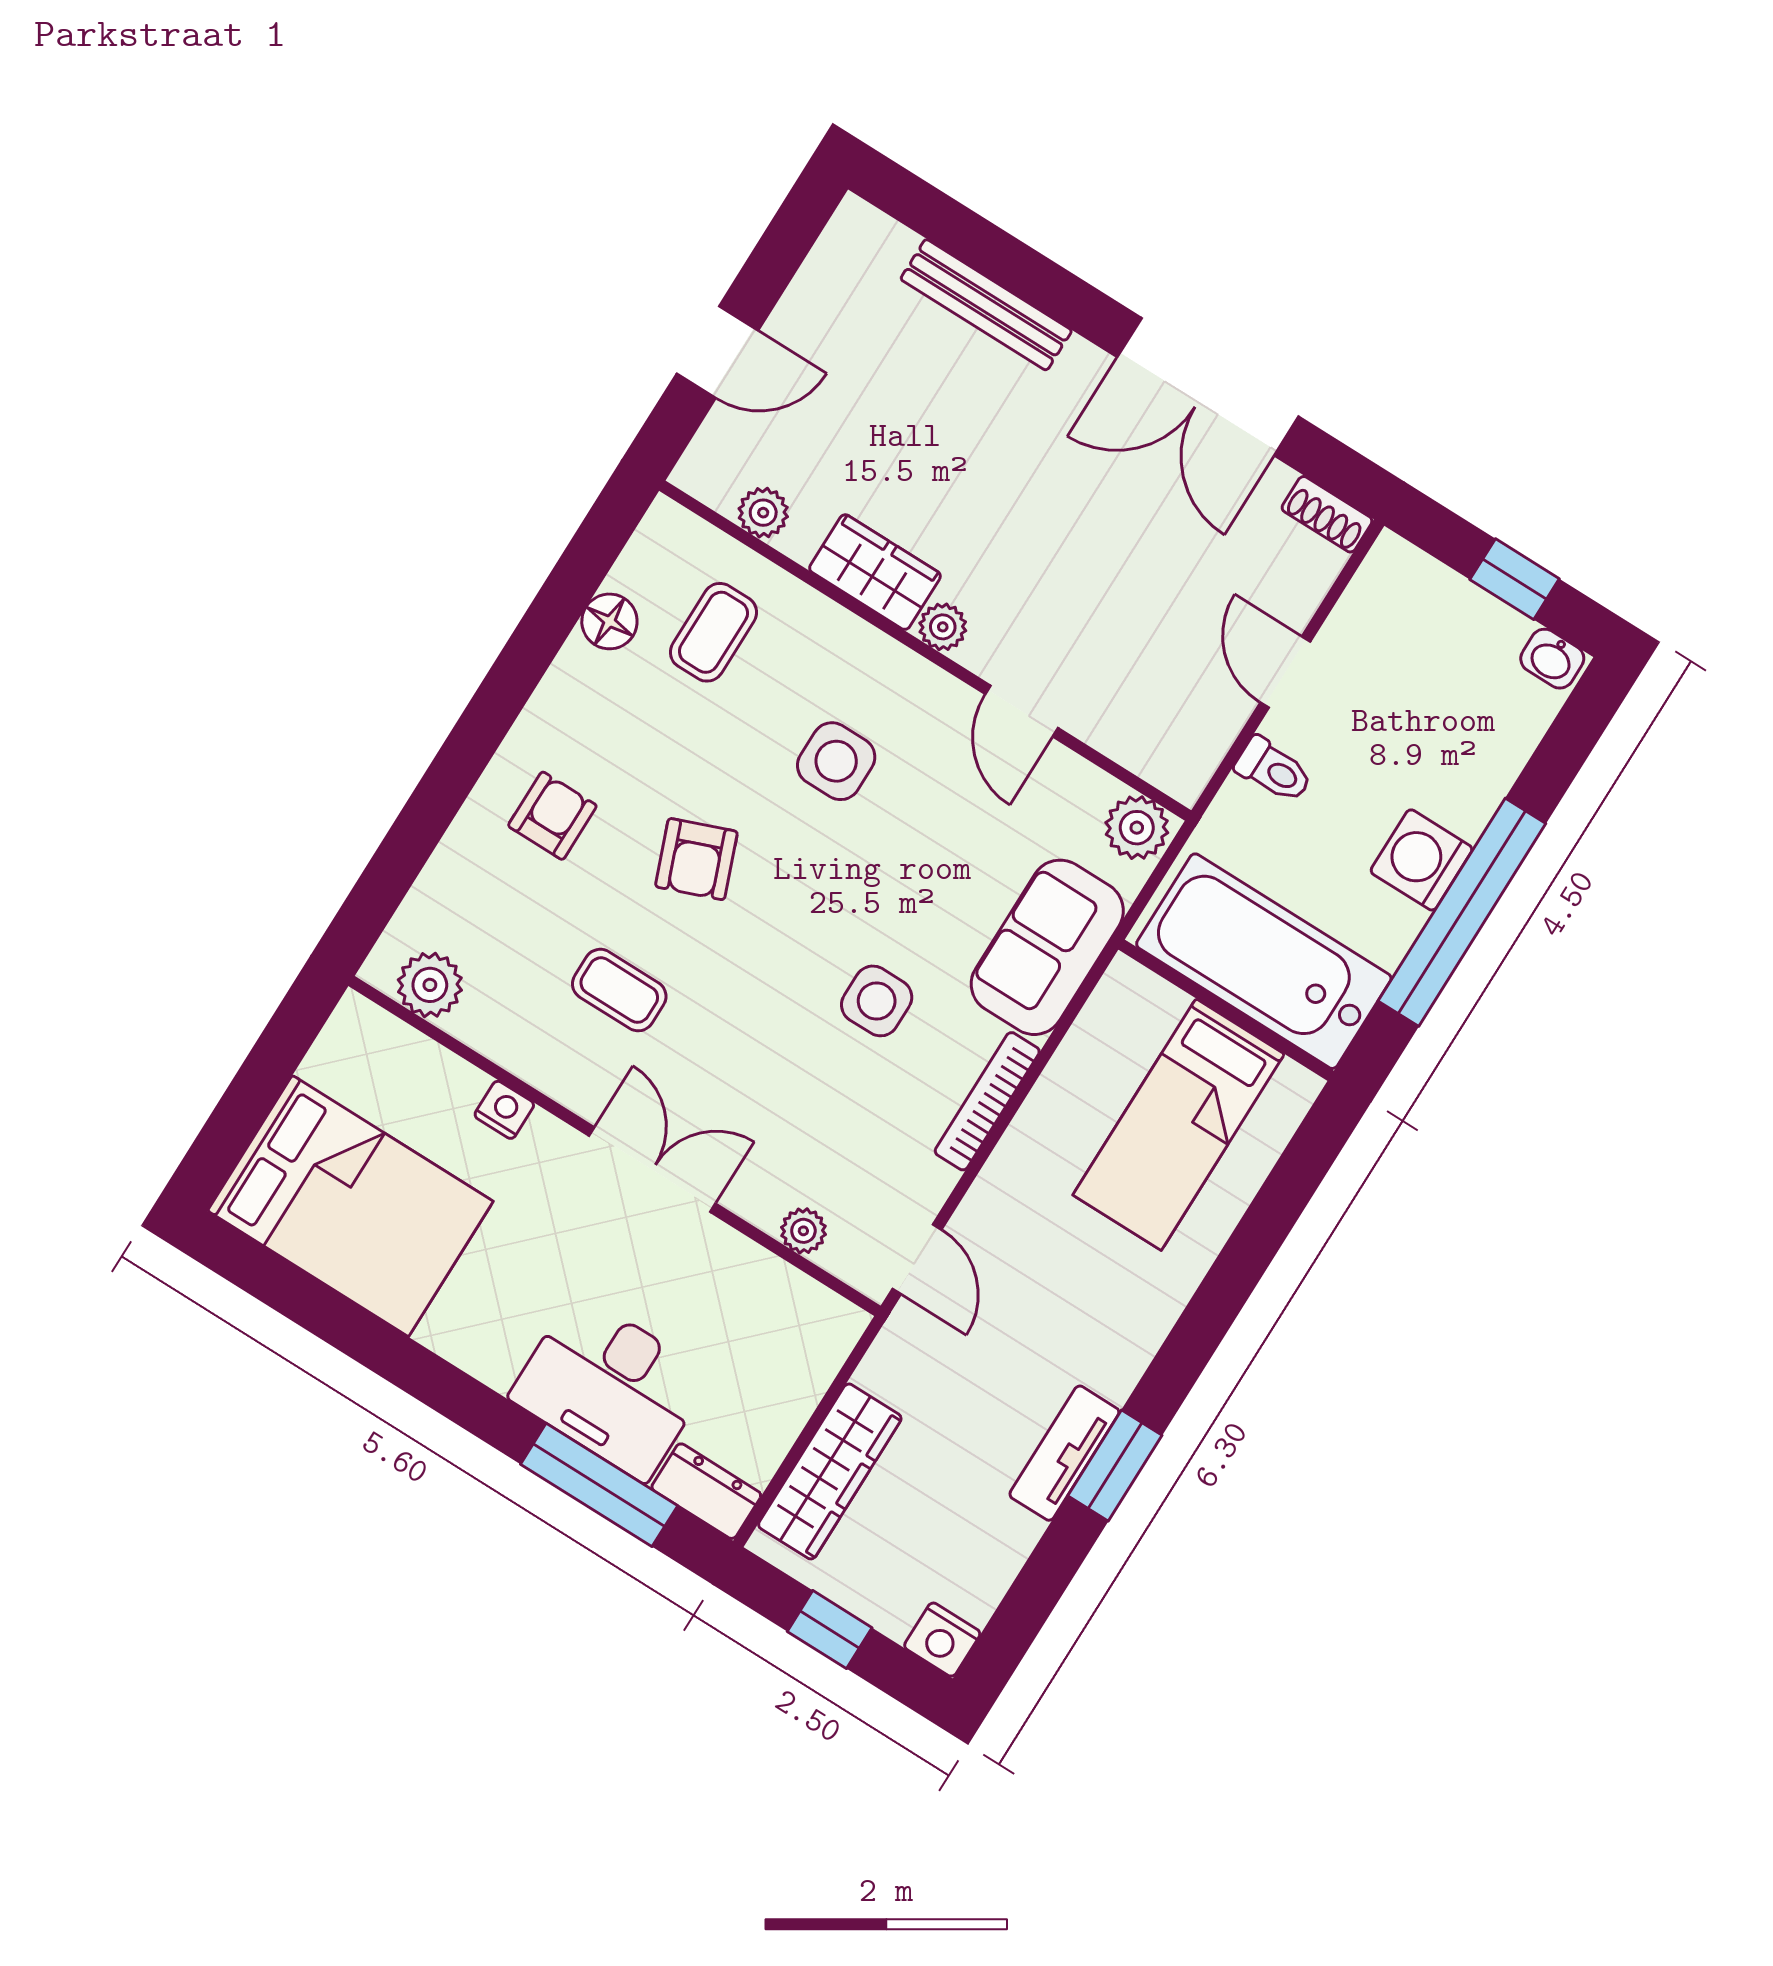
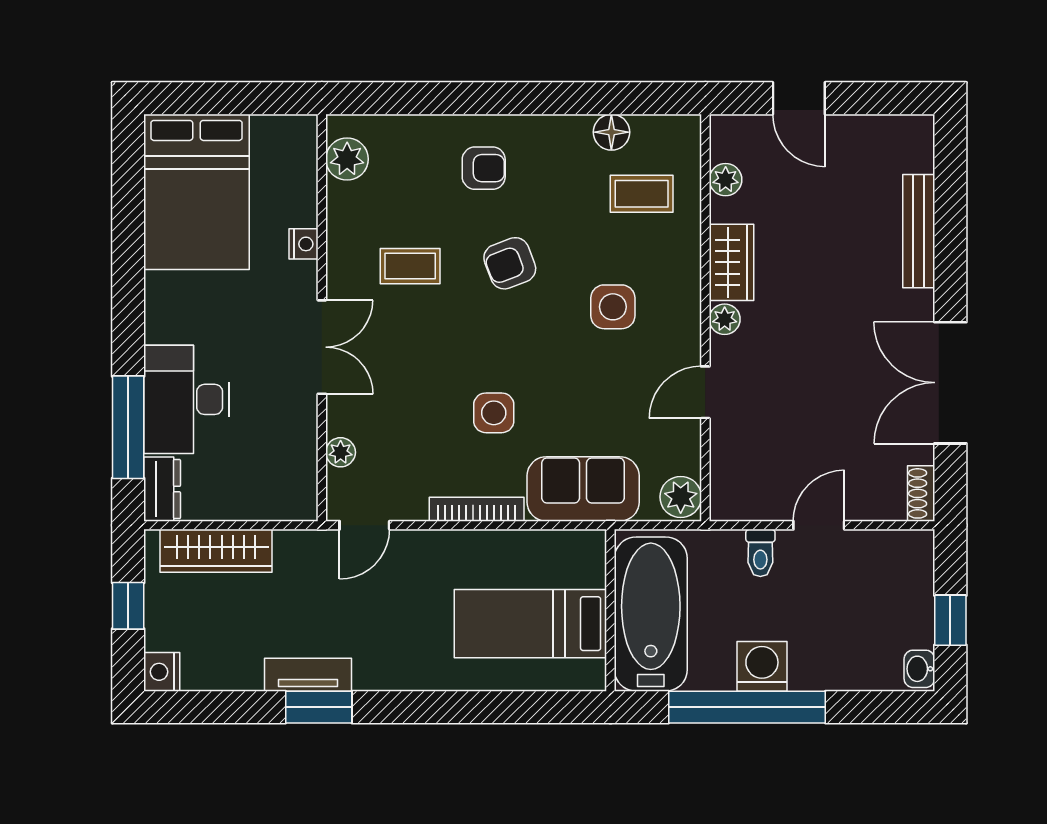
coffee table: (619, 990) -> (410, 266), turned 90

